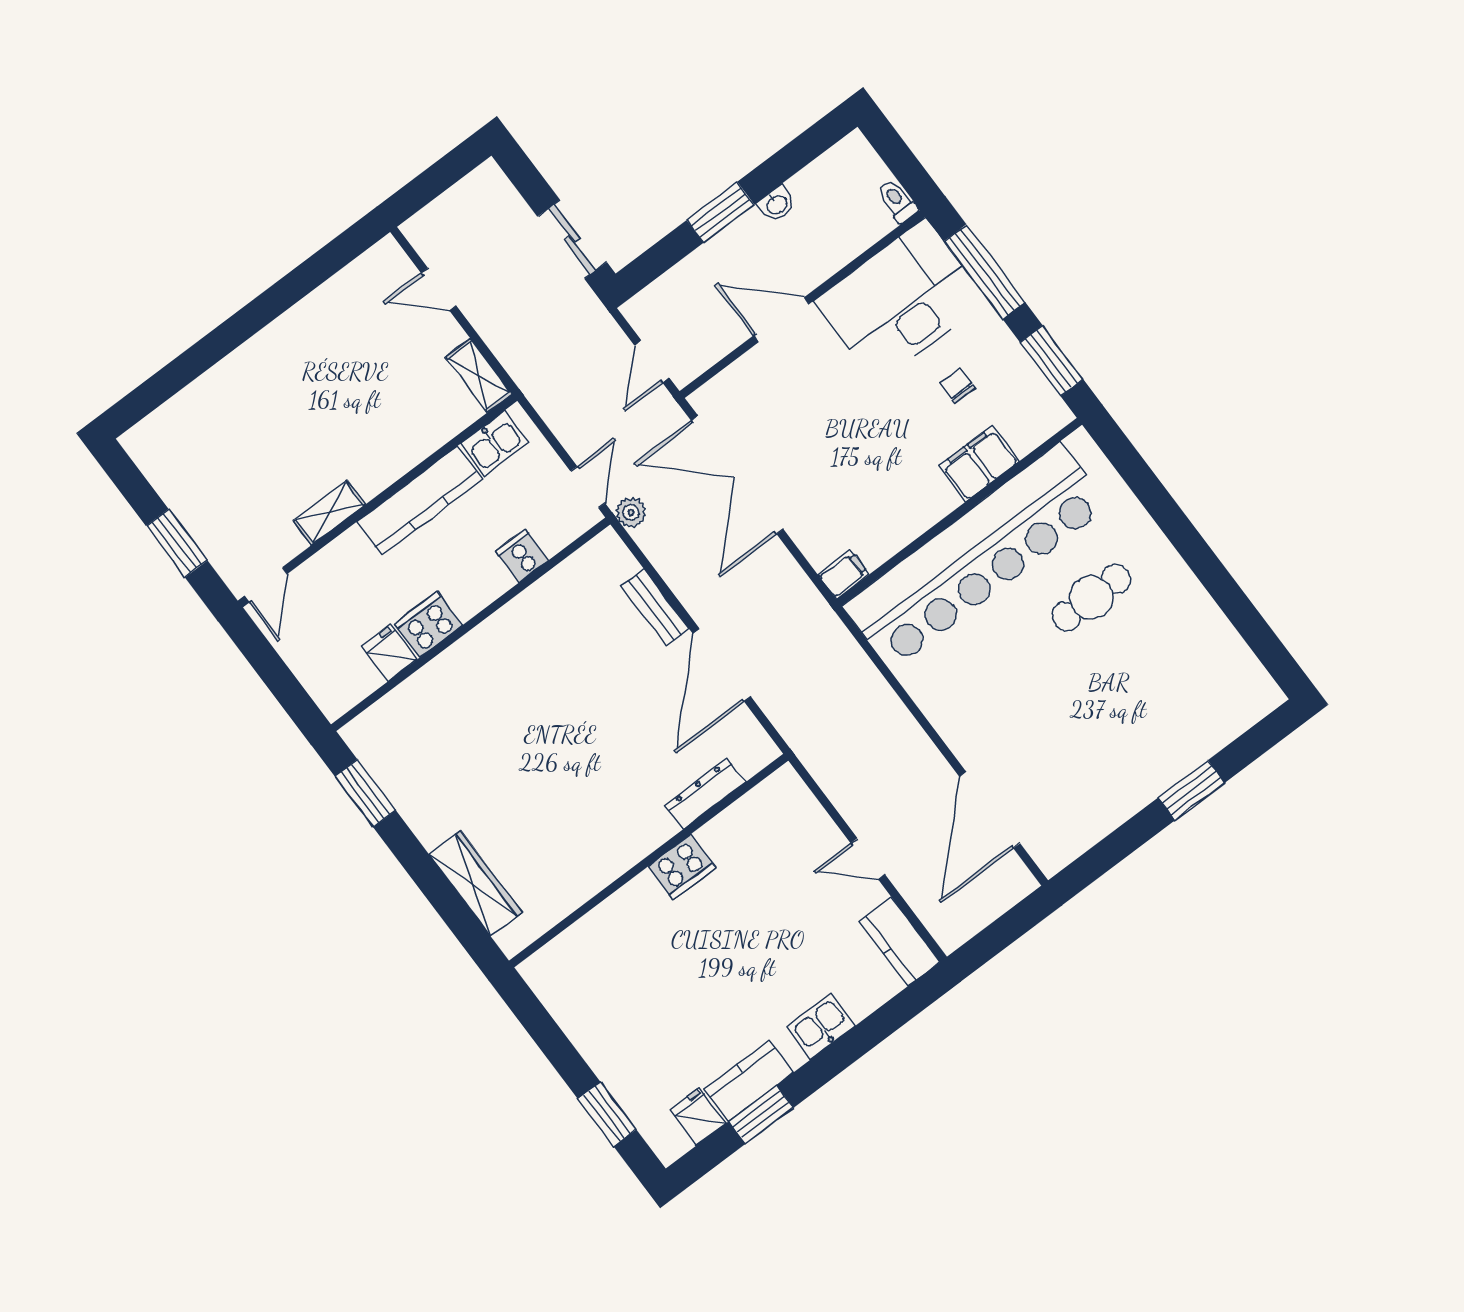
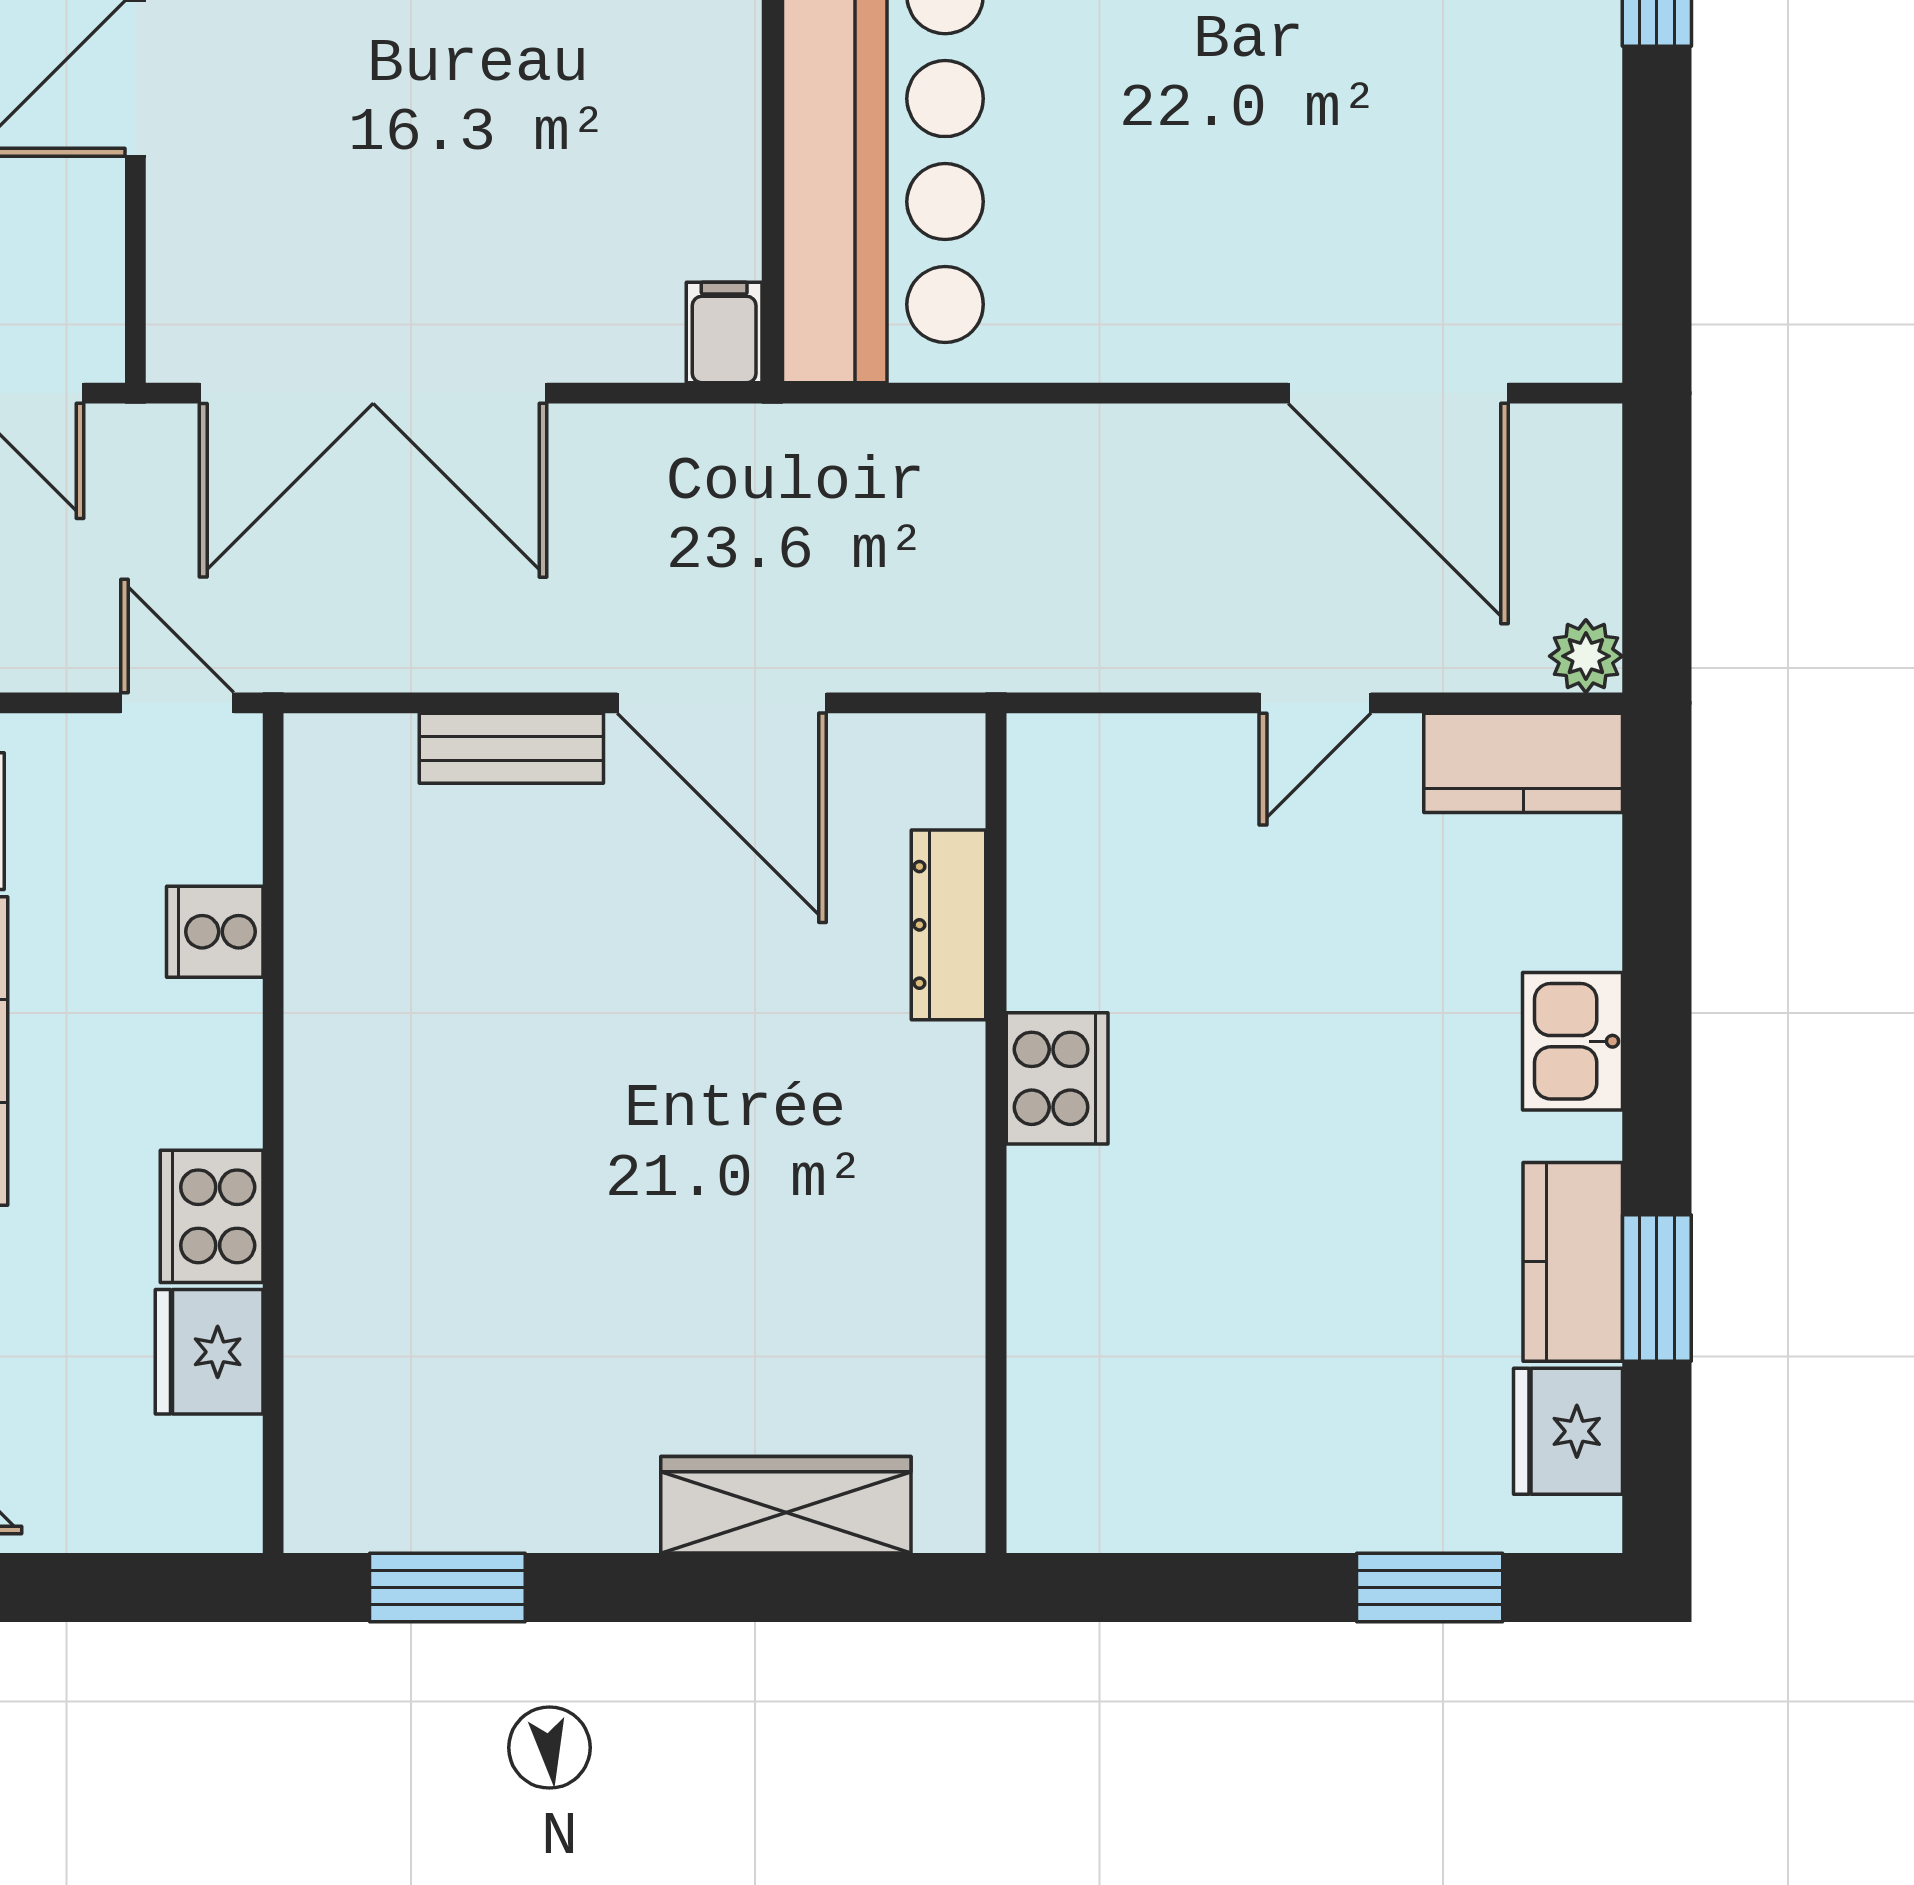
plant: (631, 513) -> (1586, 656), moved
fridge: (389, 653) -> (209, 1352), width x1.38
fridge: (698, 1117) -> (1568, 1431), width x1.38

